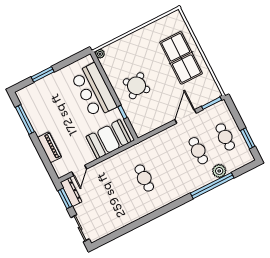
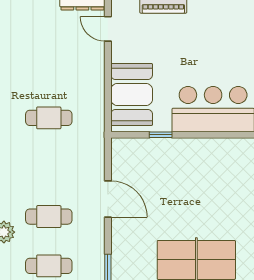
round table: (136, 86) -> (189, 175), removed
door: (186, 116) -> (108, 199), moved

